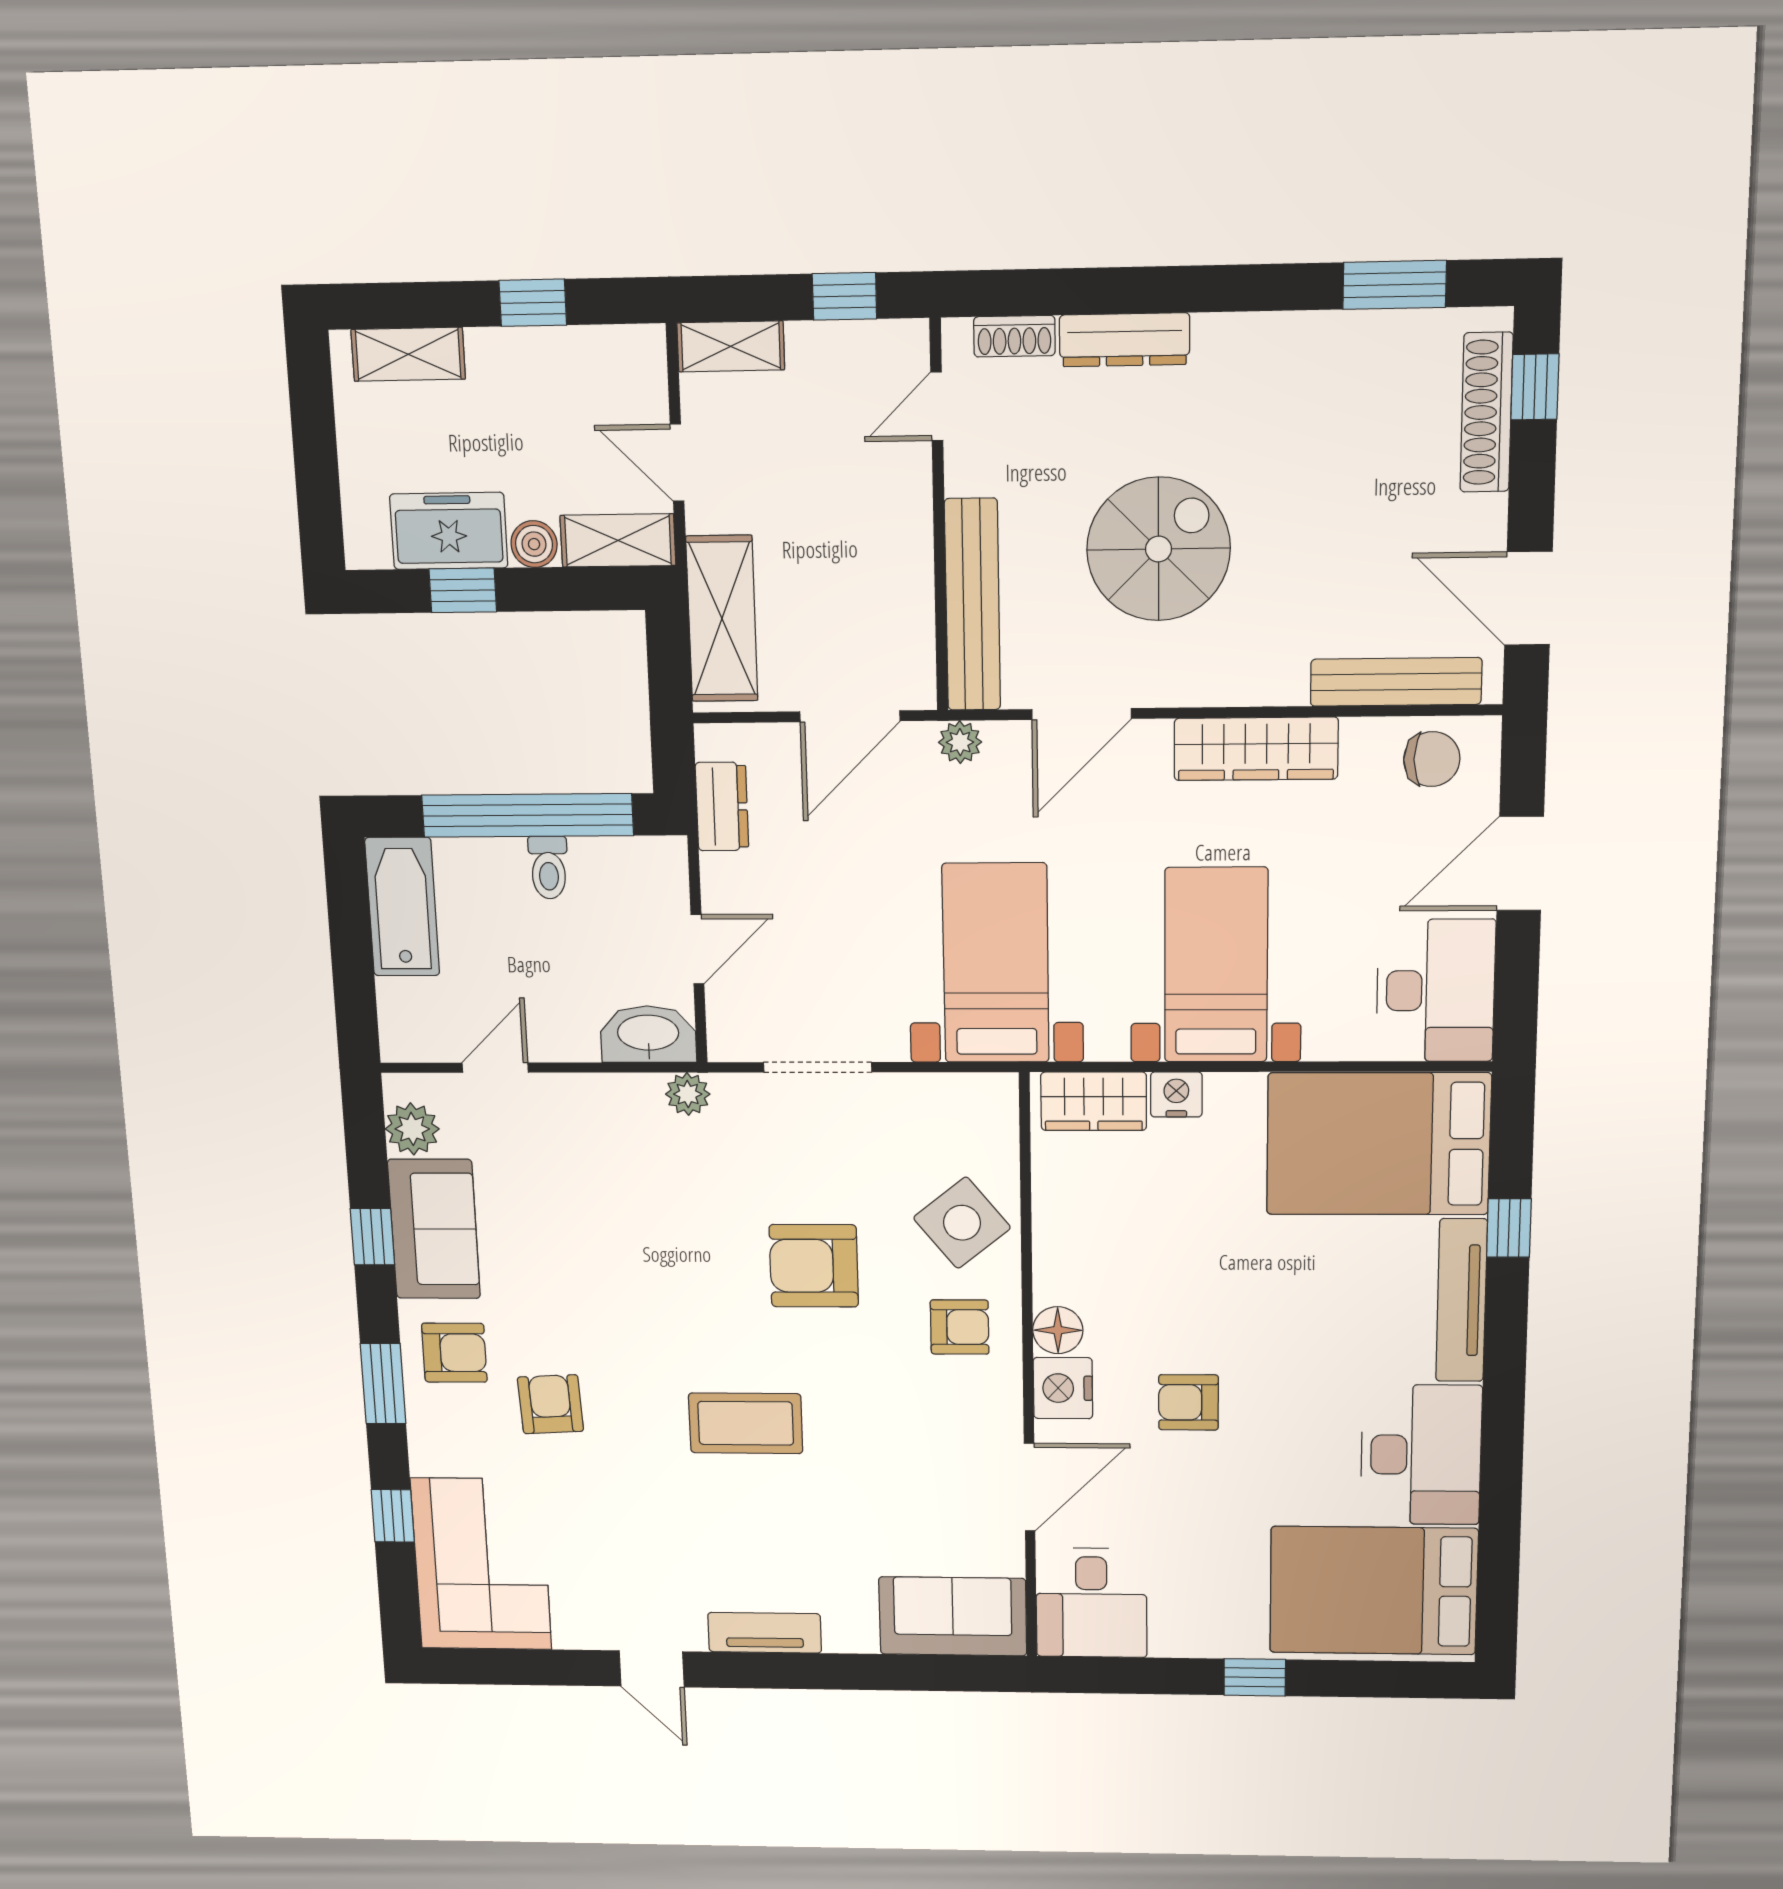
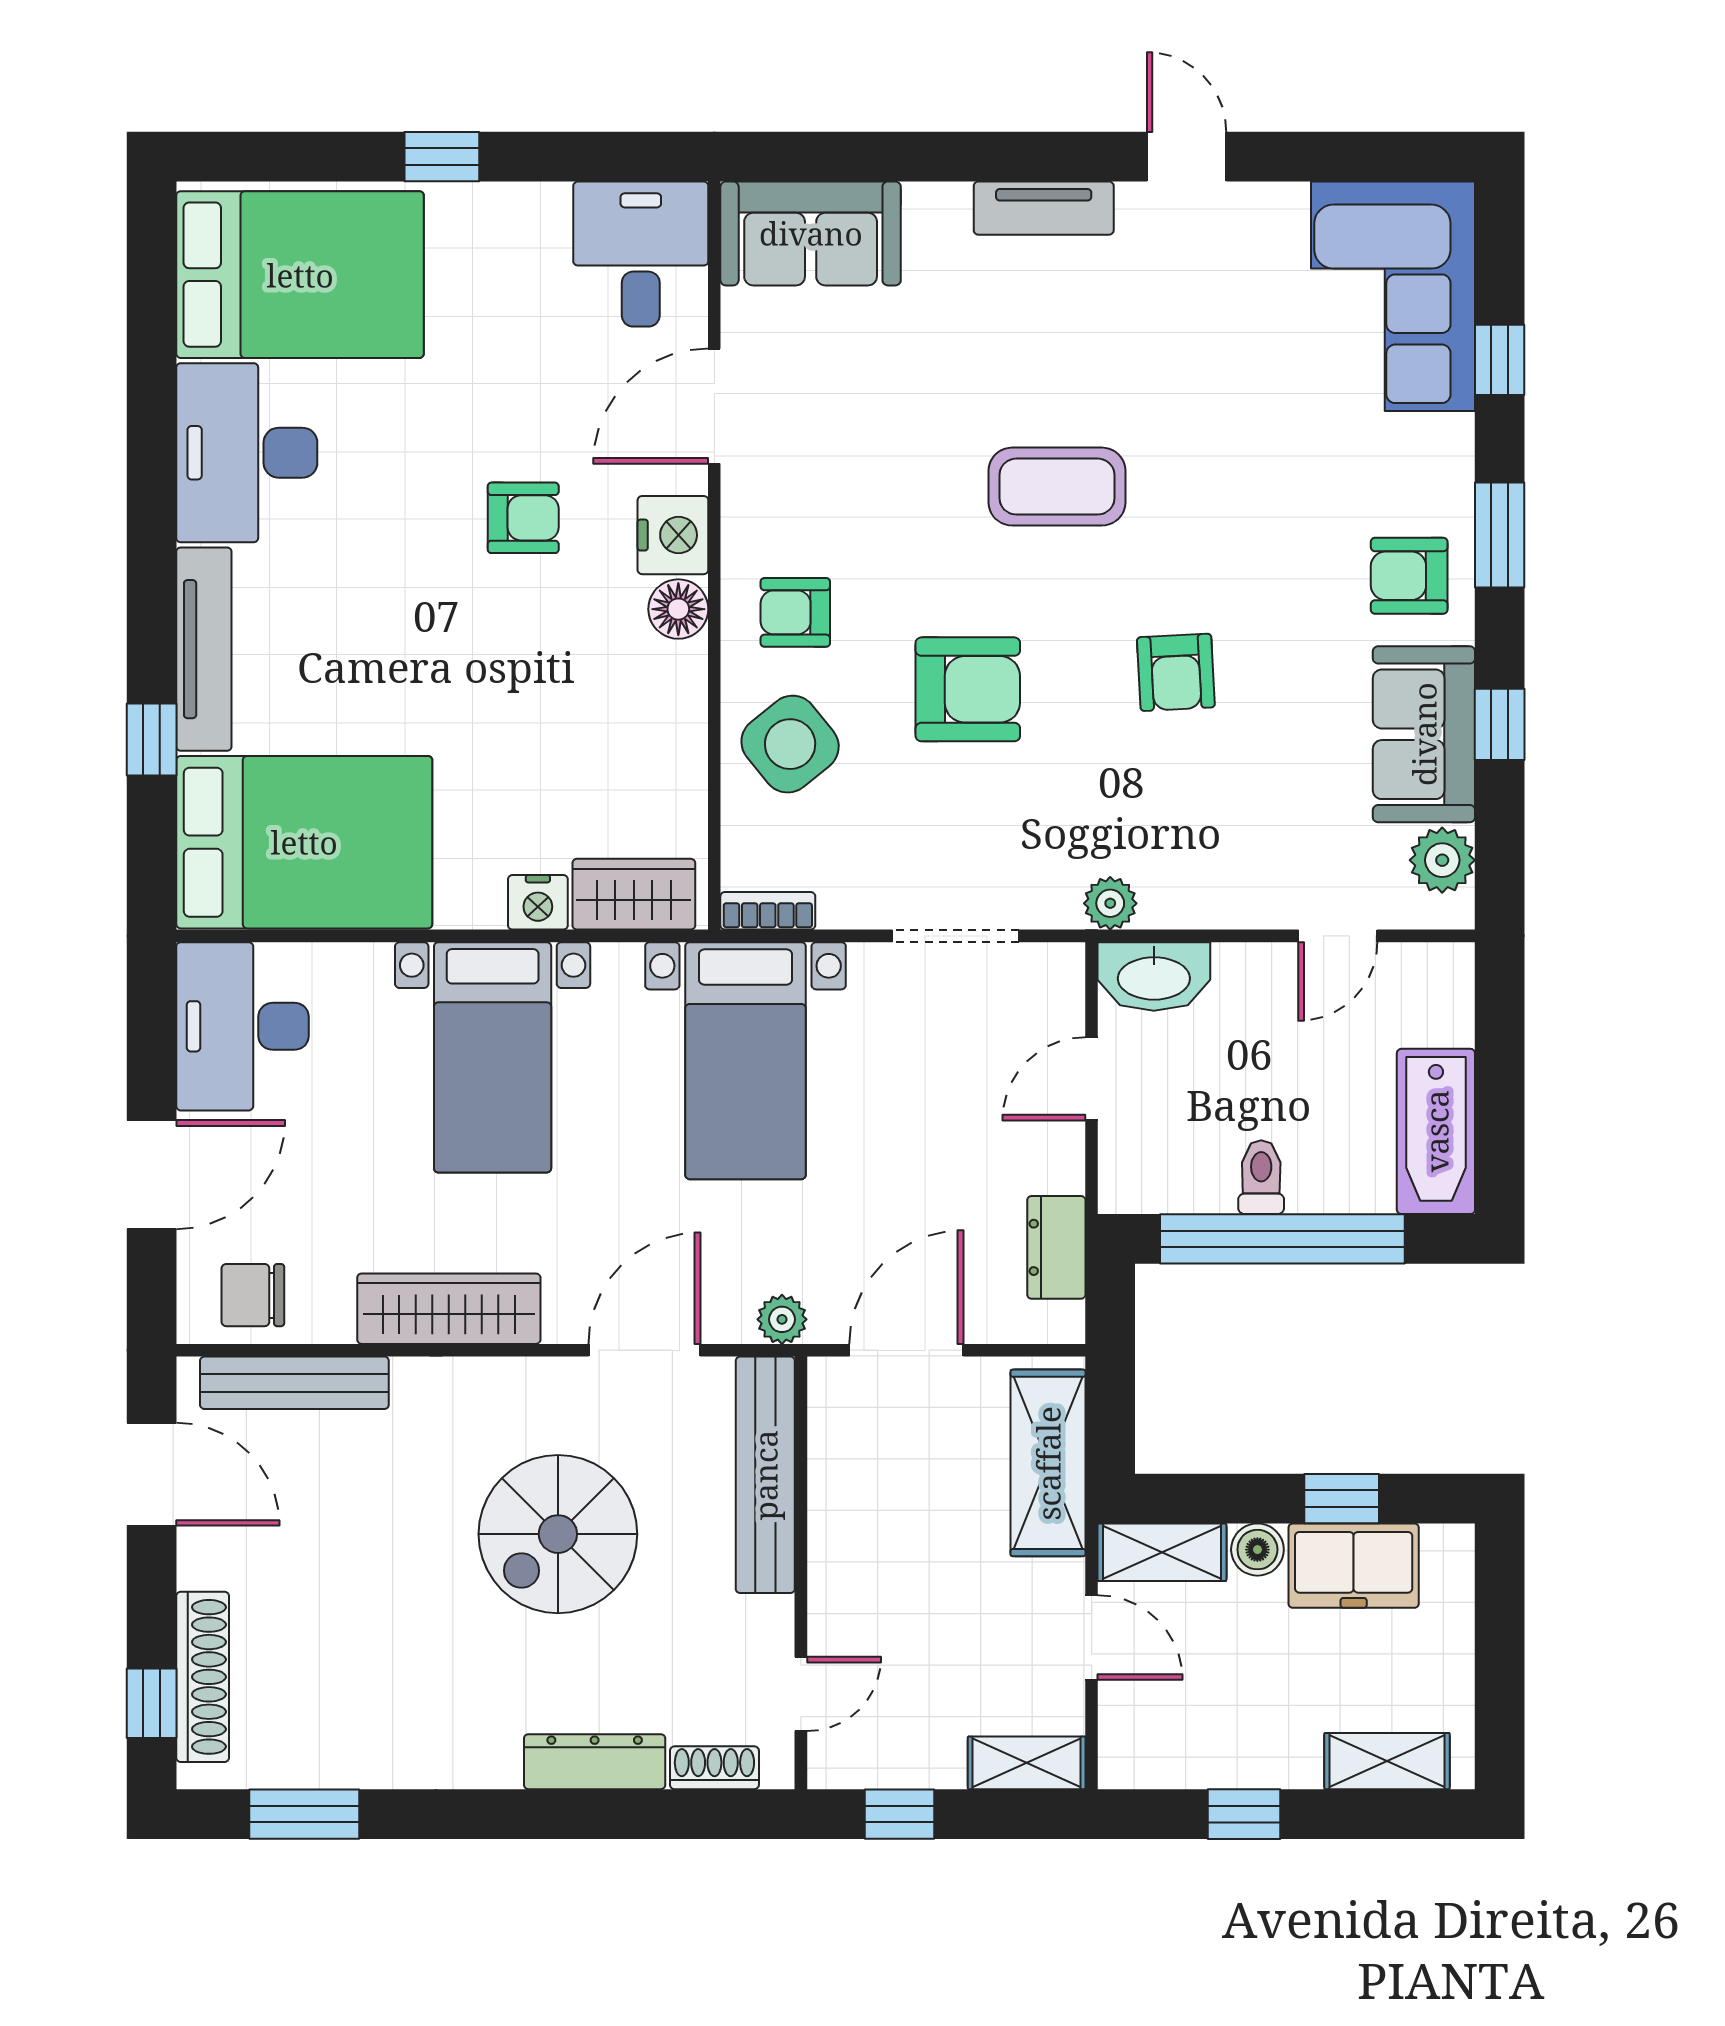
bookcase: (979, 1088) -> (768, 911), added
armchair: (550, 1404) -> (1176, 672), moved

